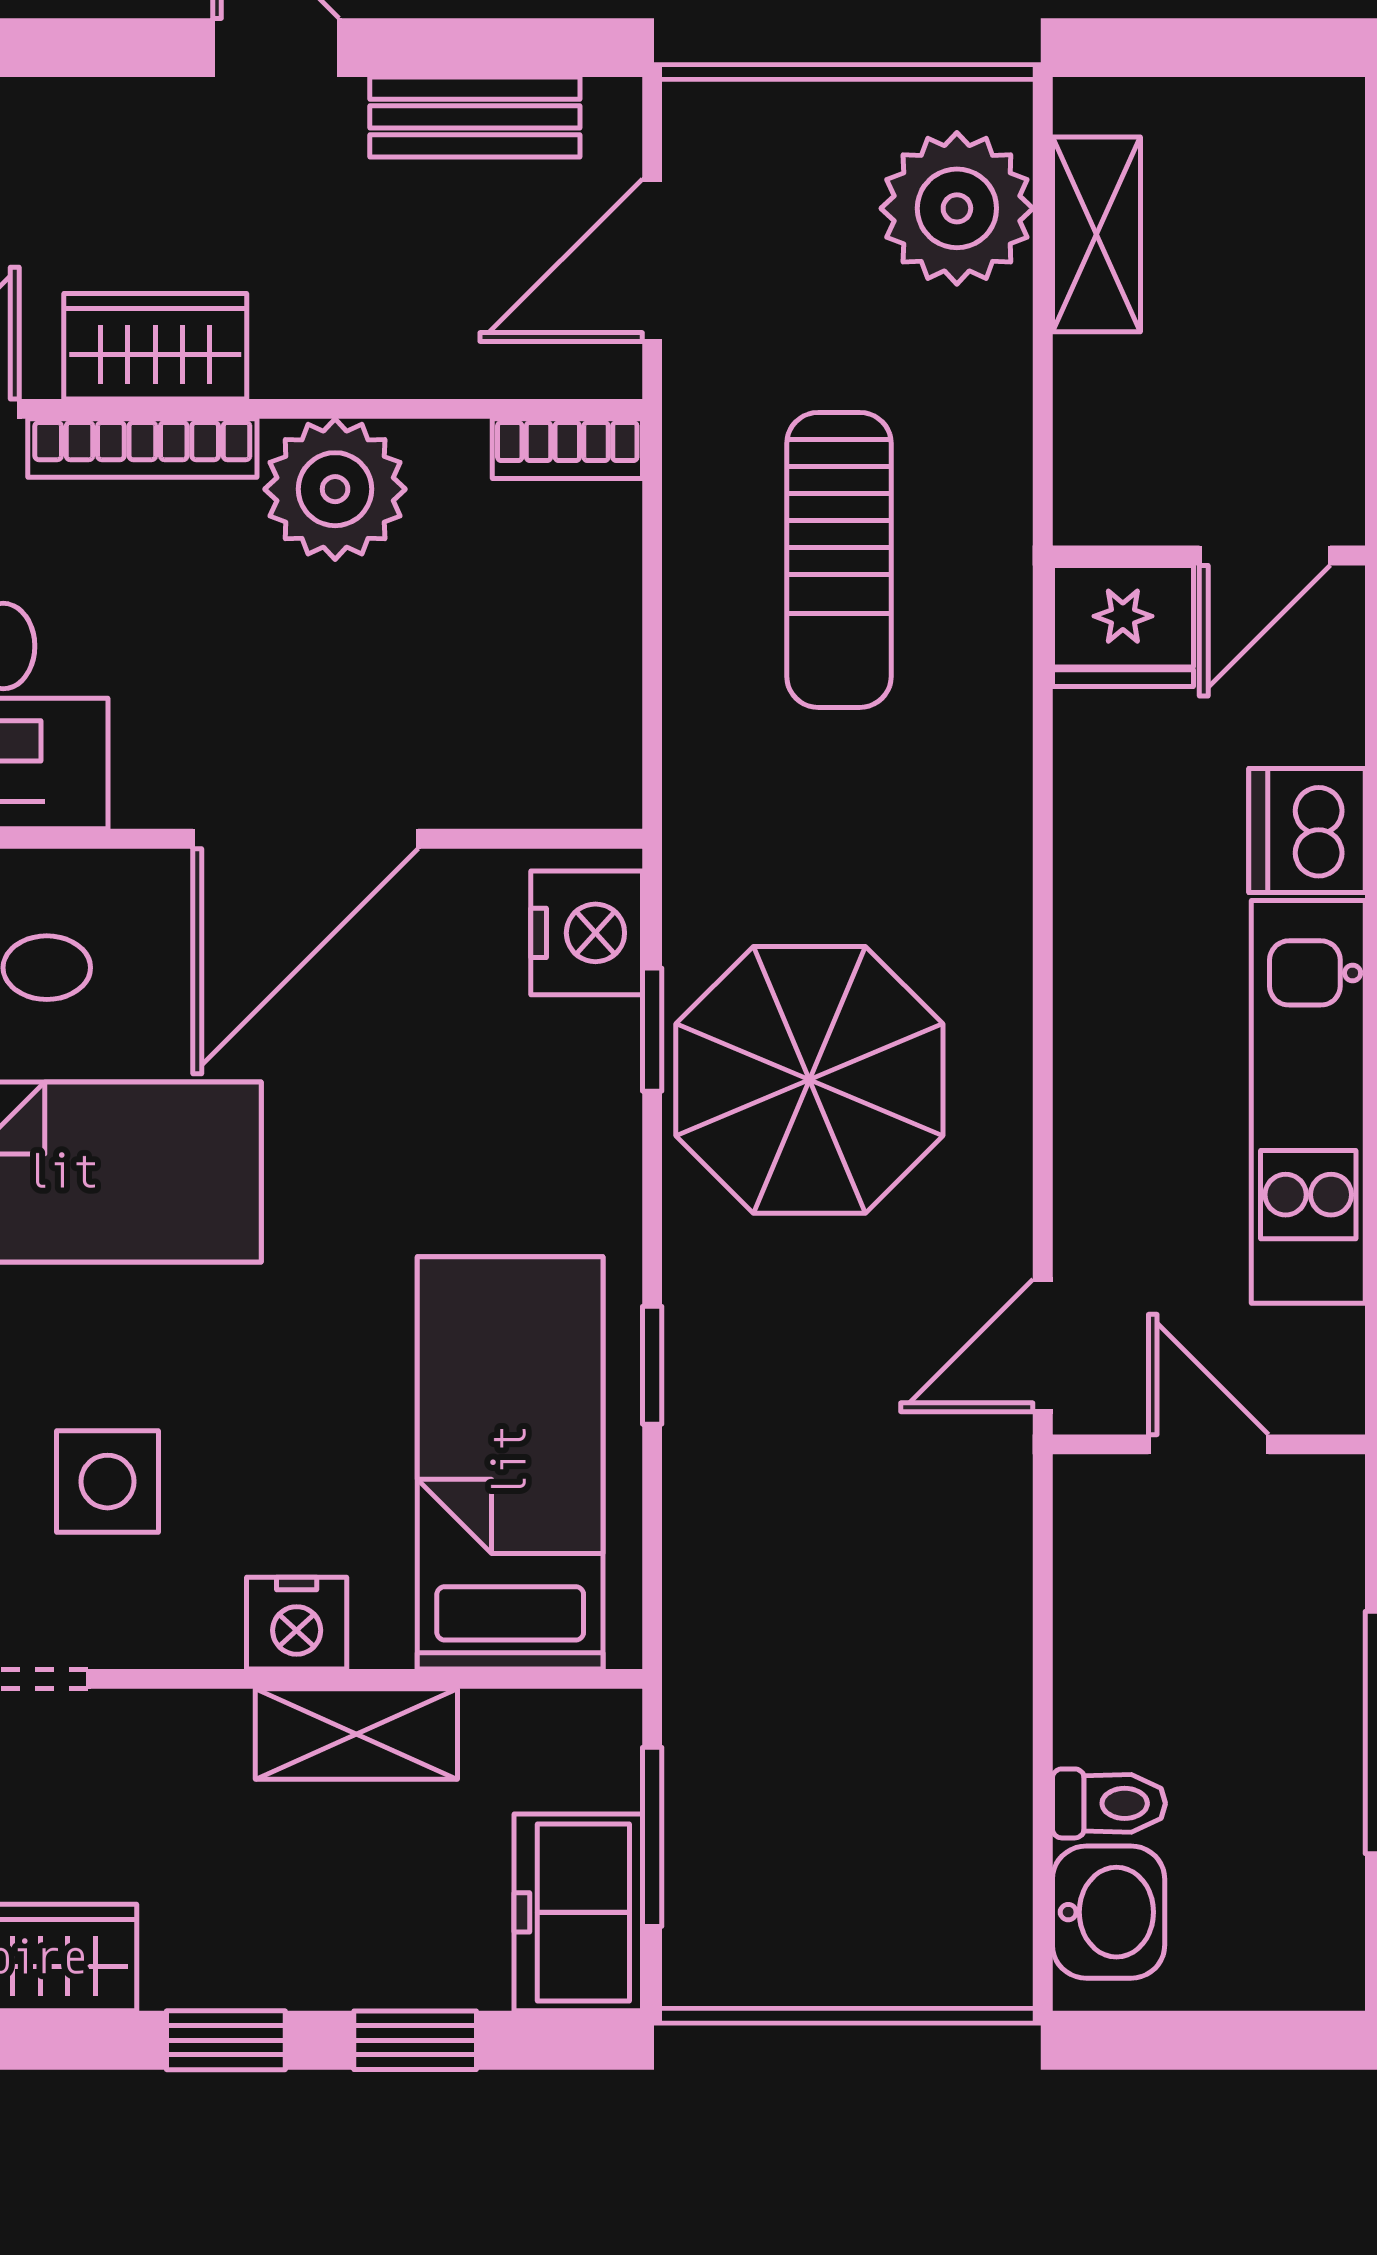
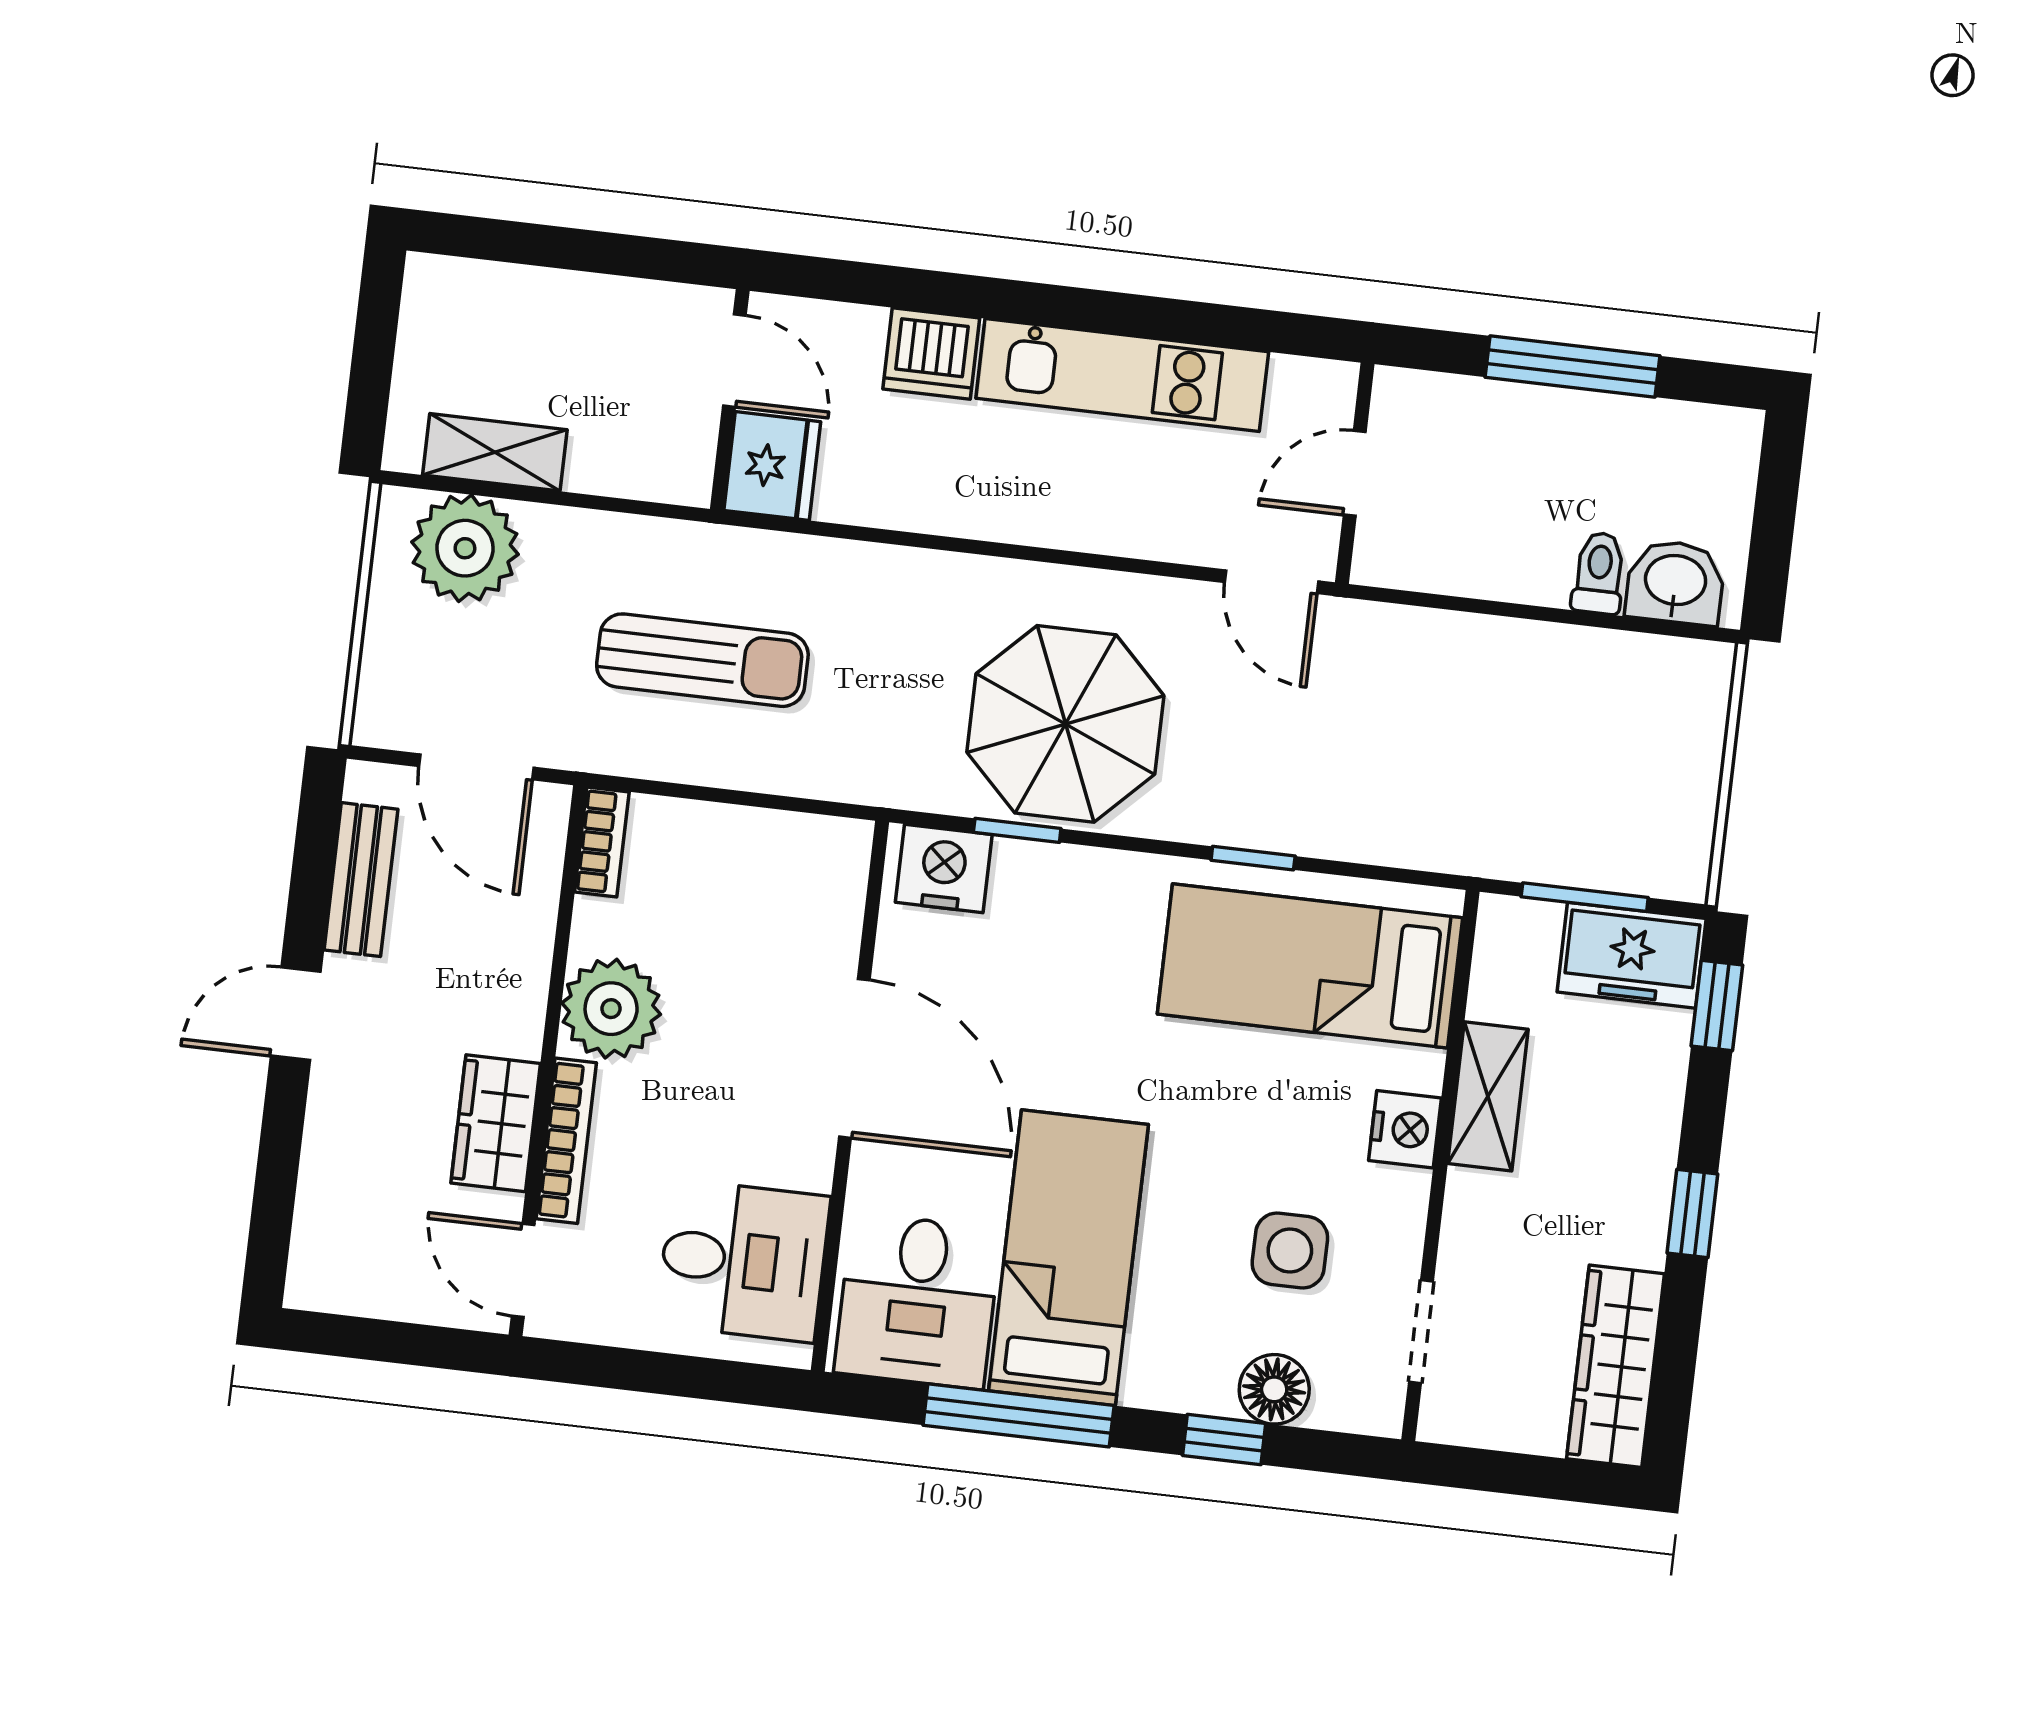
window: (415, 2040) -> (1717, 1006), moved

